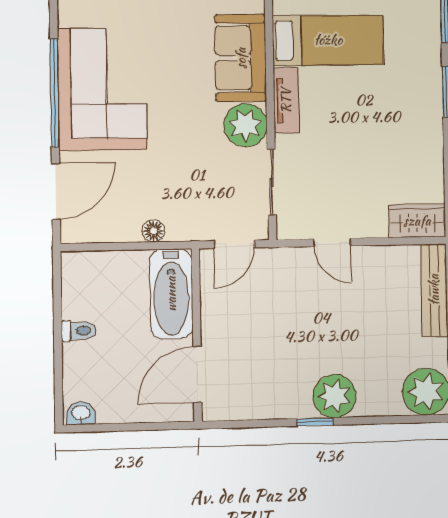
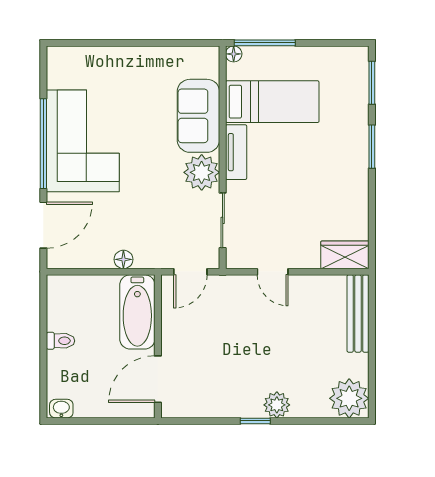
plant: (335, 396) -> (277, 405), width x0.73, depth x0.73

